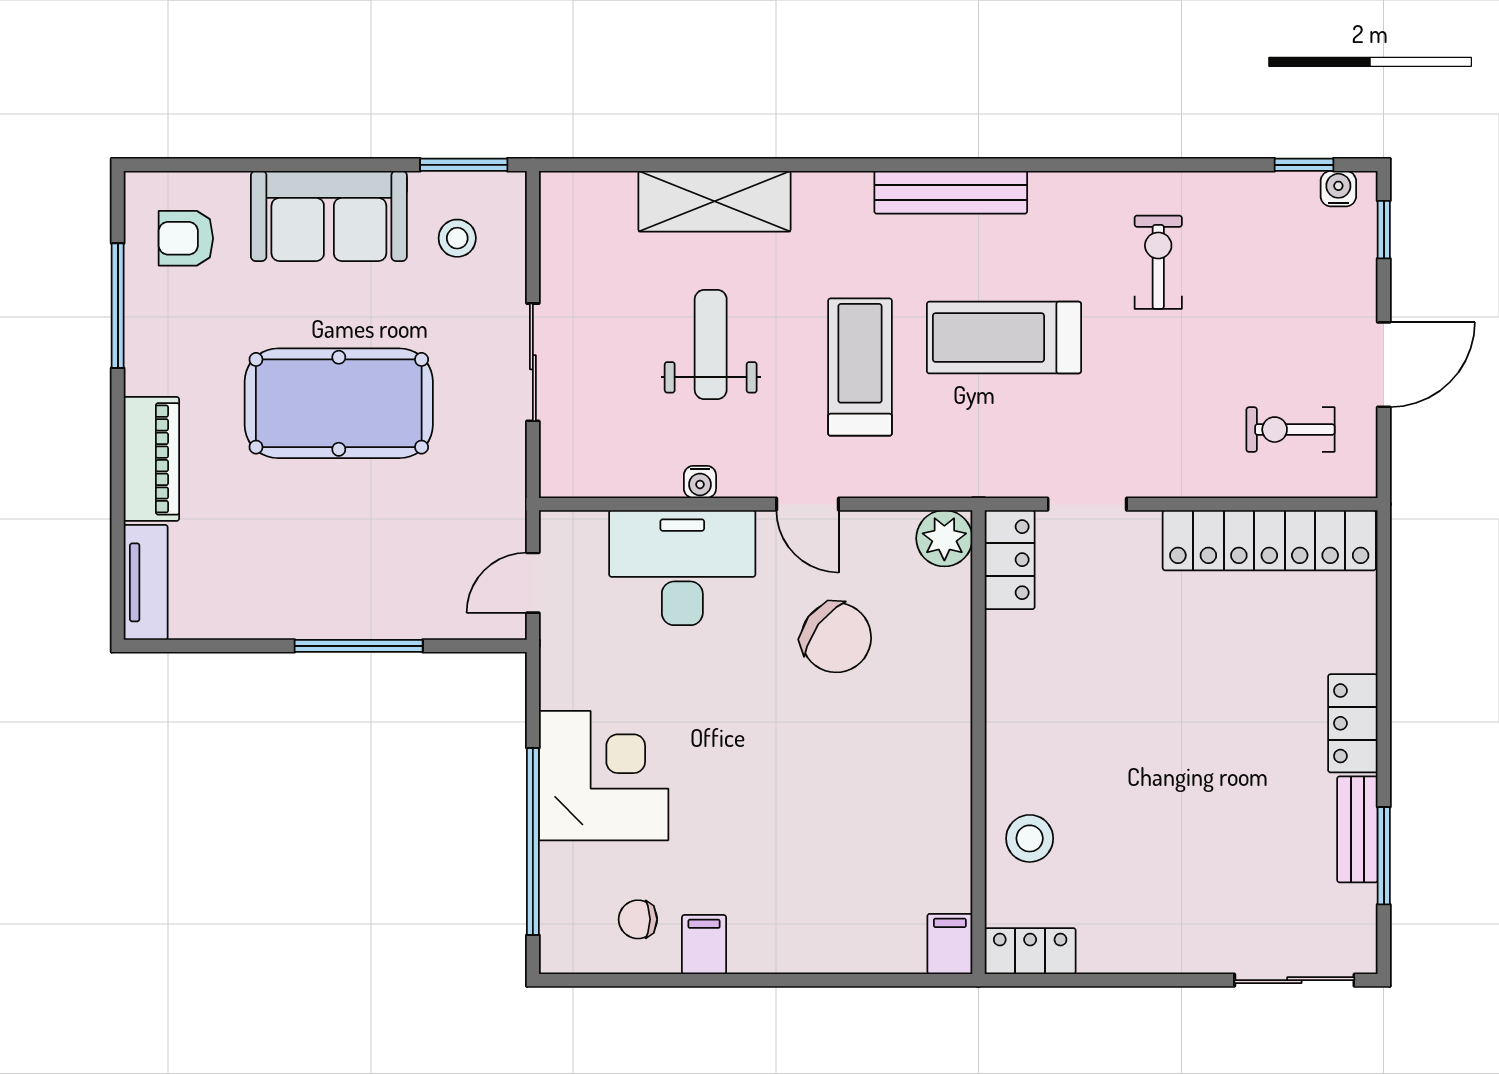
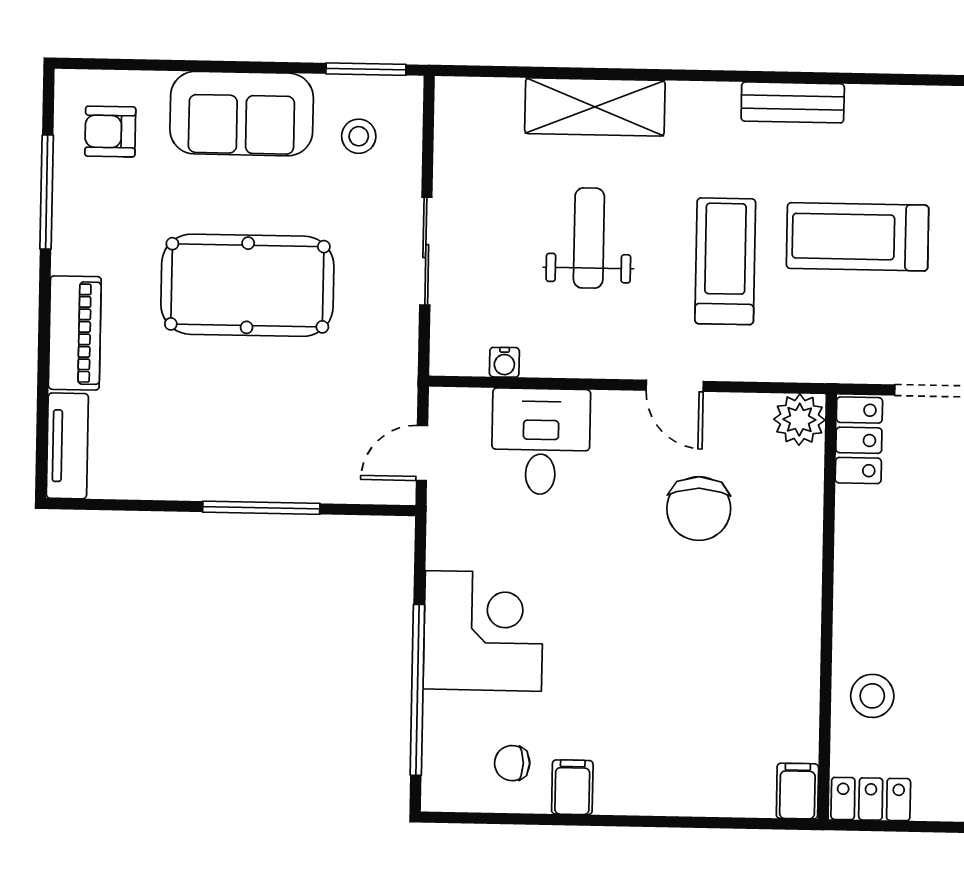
bench: (951, 192) -> (793, 102), width x0.73
water cooler: (700, 482) -> (504, 362), moved
desk: (682, 568) -> (541, 441), width x0.73
chair: (836, 638) -> (699, 509), turned 53

